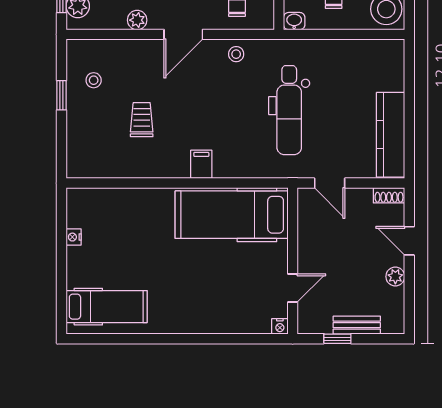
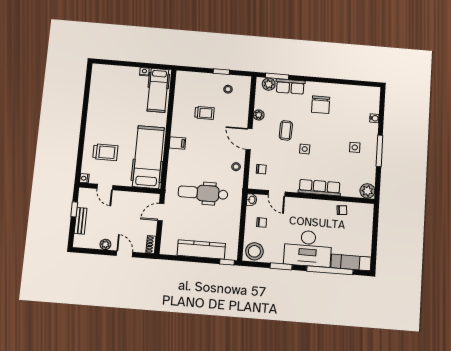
window: (409, 57) -> (227, 262), added
kitchen counter: (391, 135) -> (201, 249), moved
door: (409, 241) -> (125, 254), hinge flipped
trolley: (229, 294) -> (105, 152), added
hospital bed: (107, 307) -> (158, 90), moved

